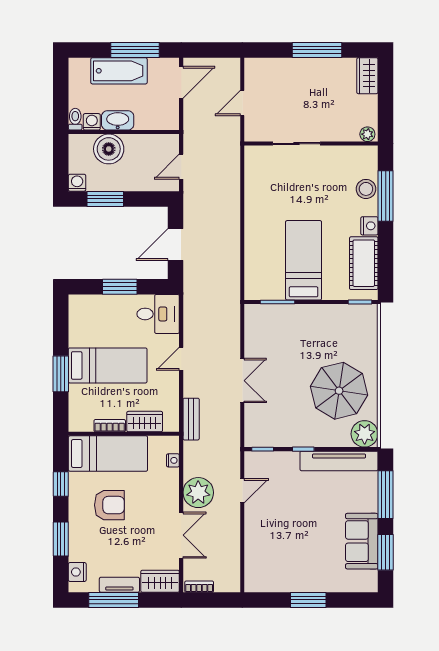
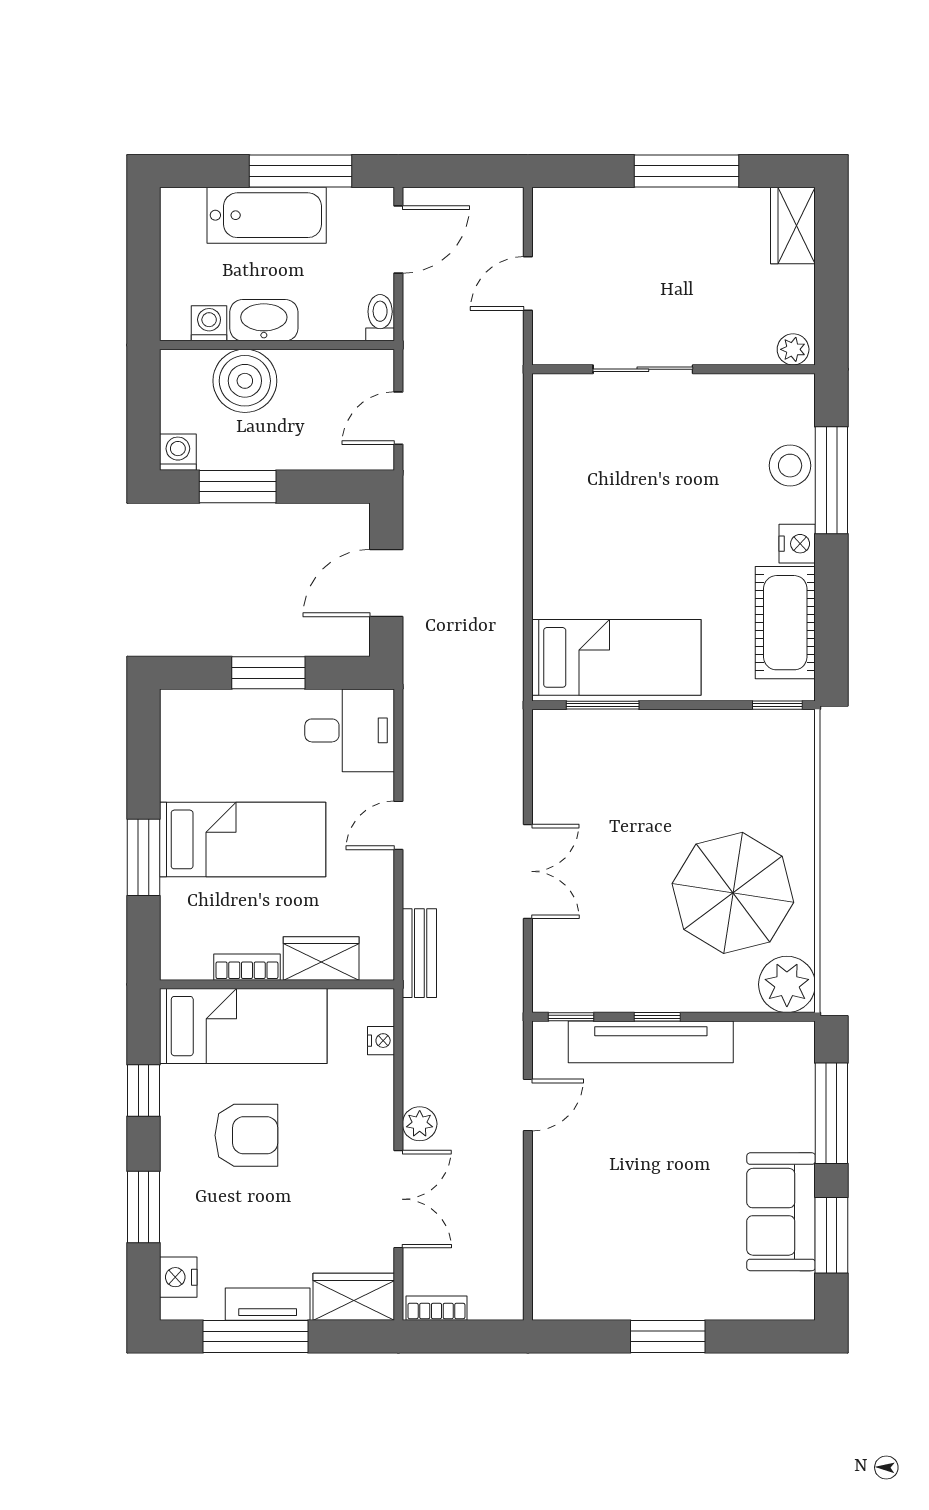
toilet: (75, 119) -> (380, 318), moved
bed: (304, 260) -> (616, 657), moved, turned 90
tv unit: (339, 461) -> (651, 1042), moved
plant: (198, 493) -> (420, 1124), width x0.53, depth x0.53

